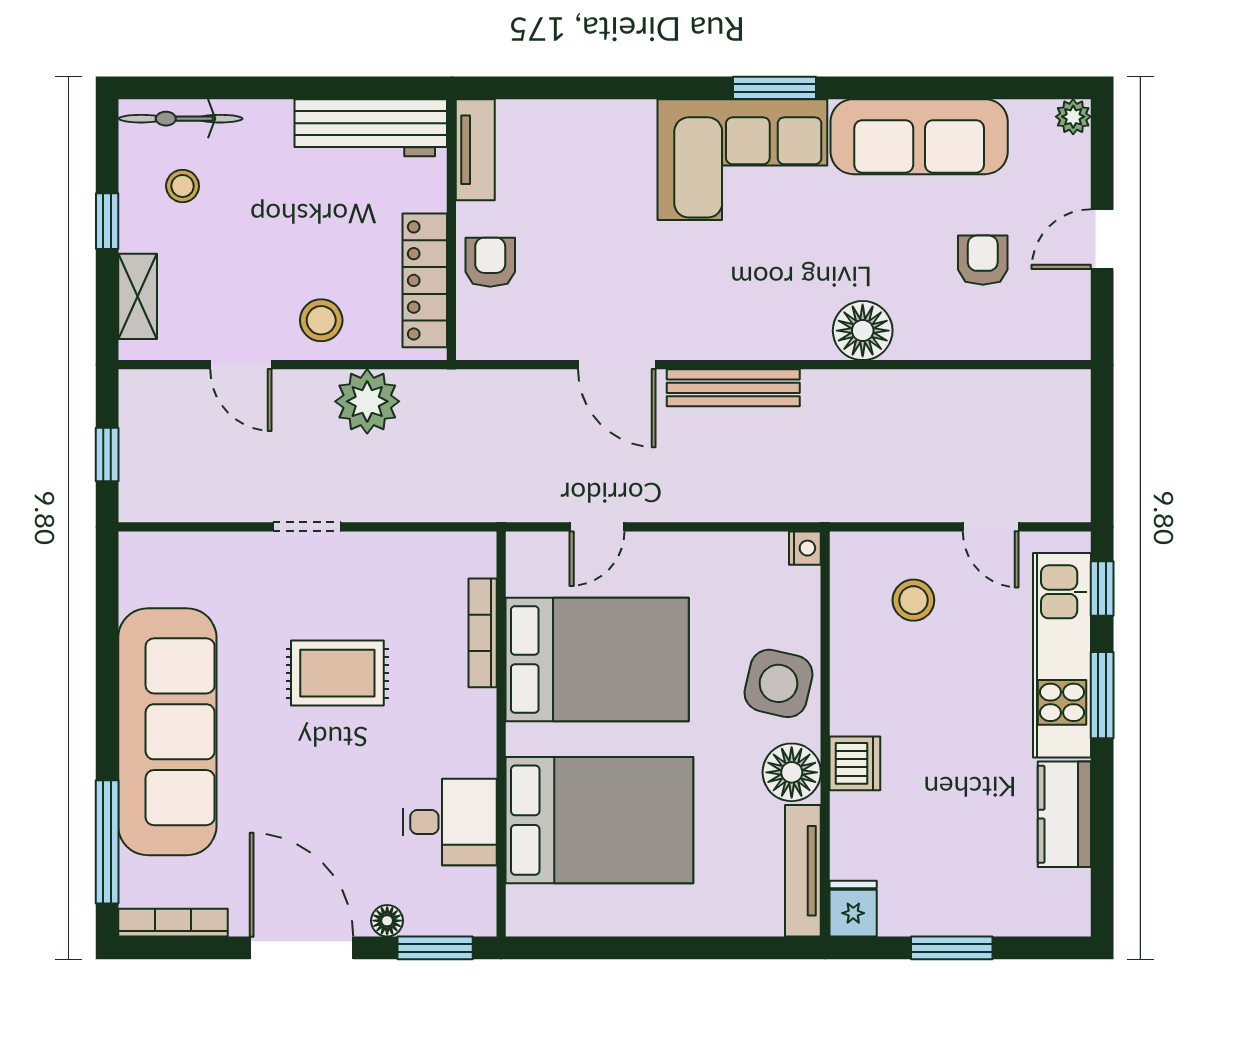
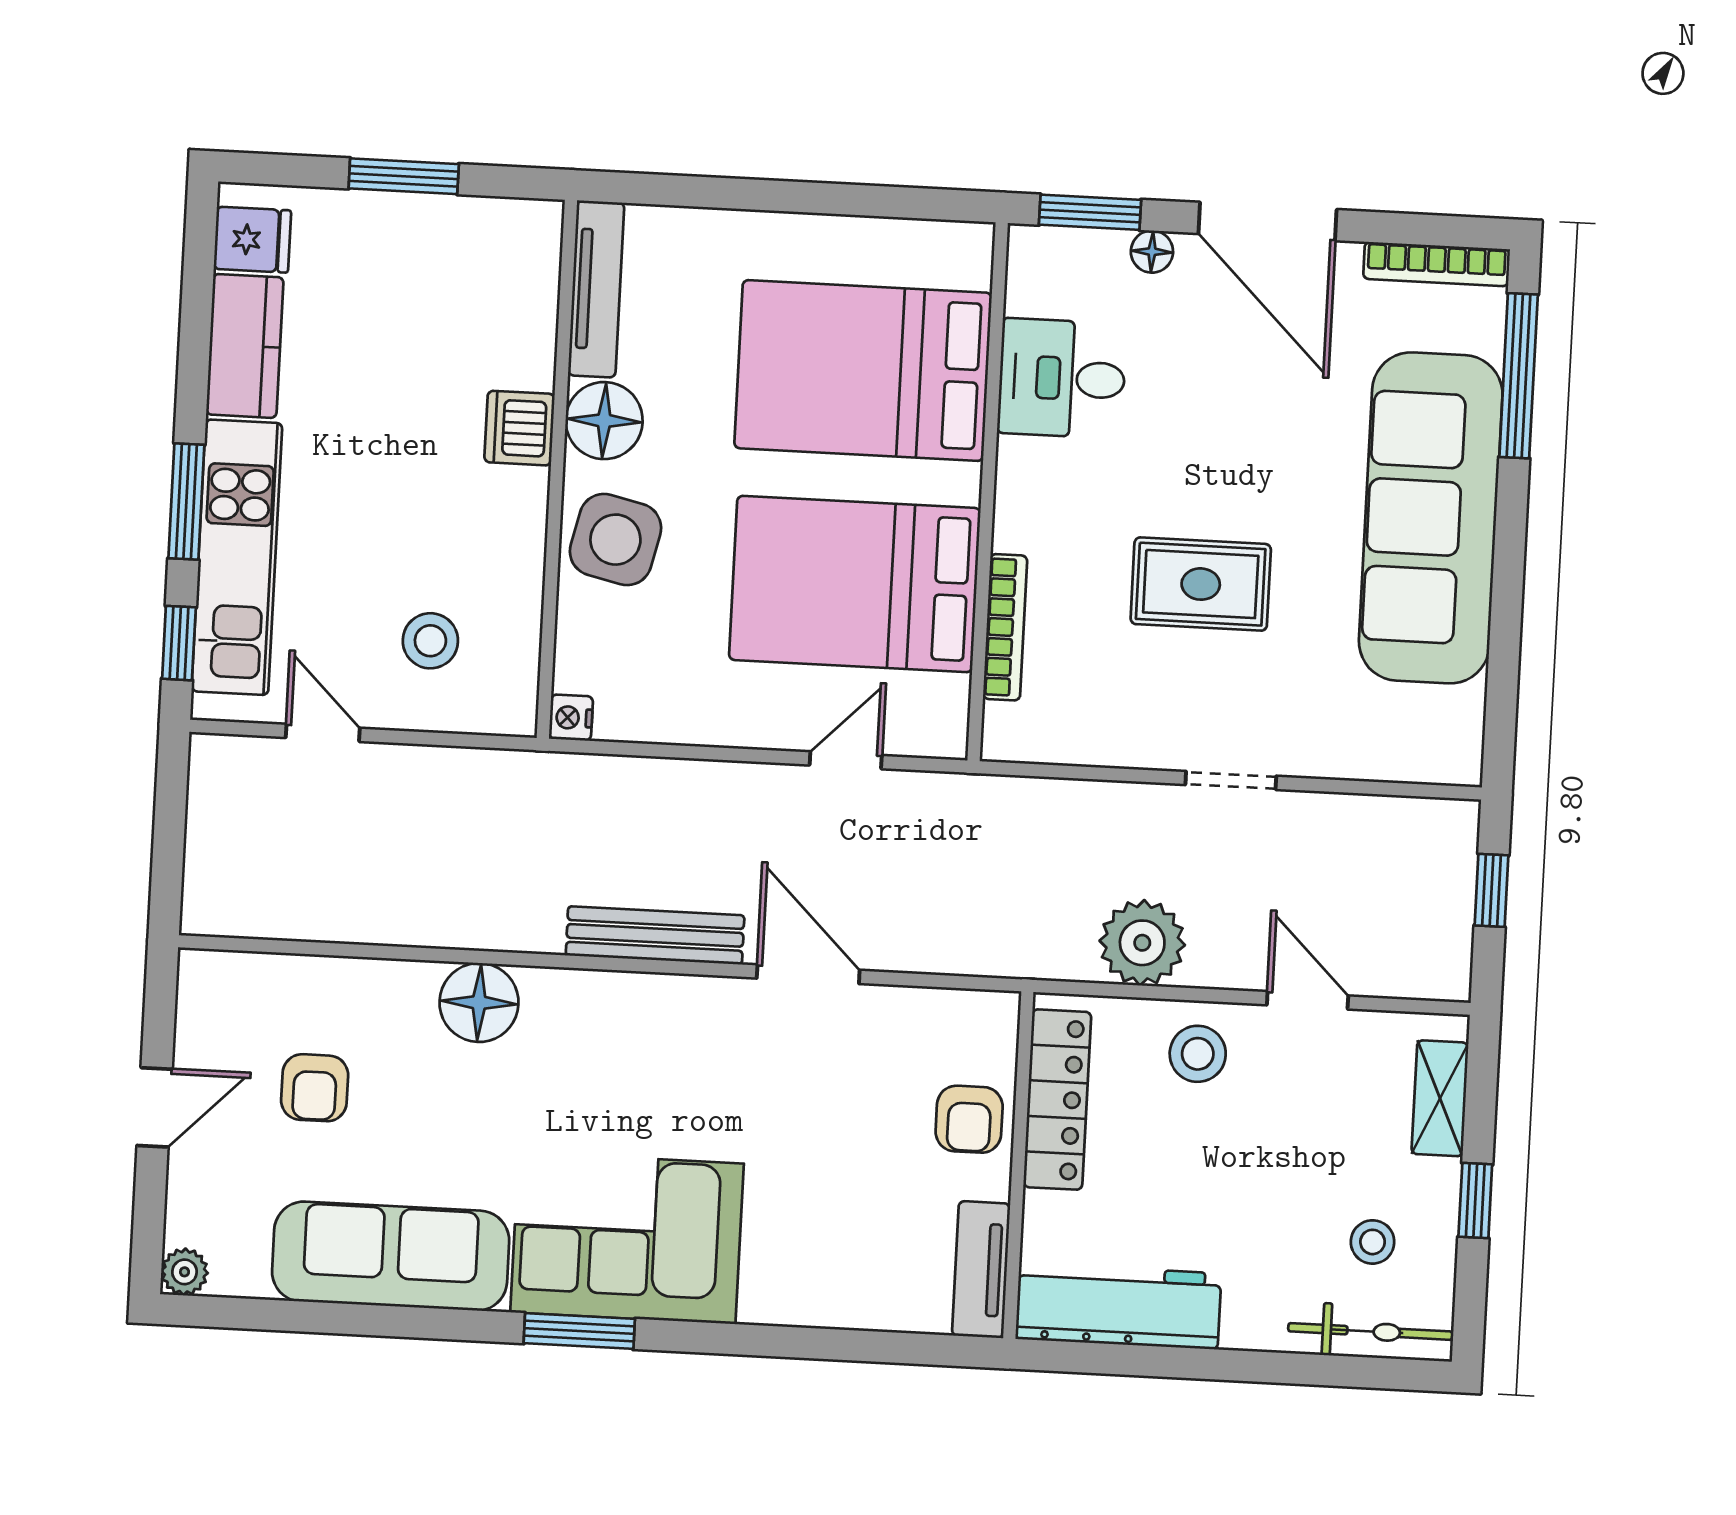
fridge: (853, 909) -> (252, 240), moved, turned -90

